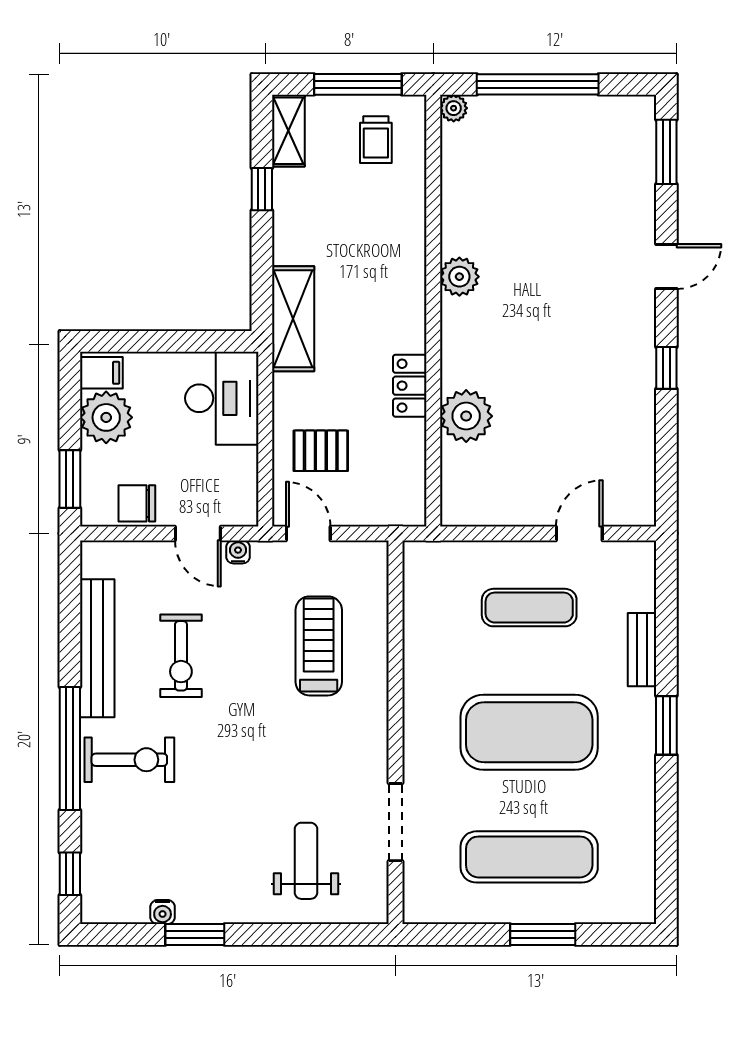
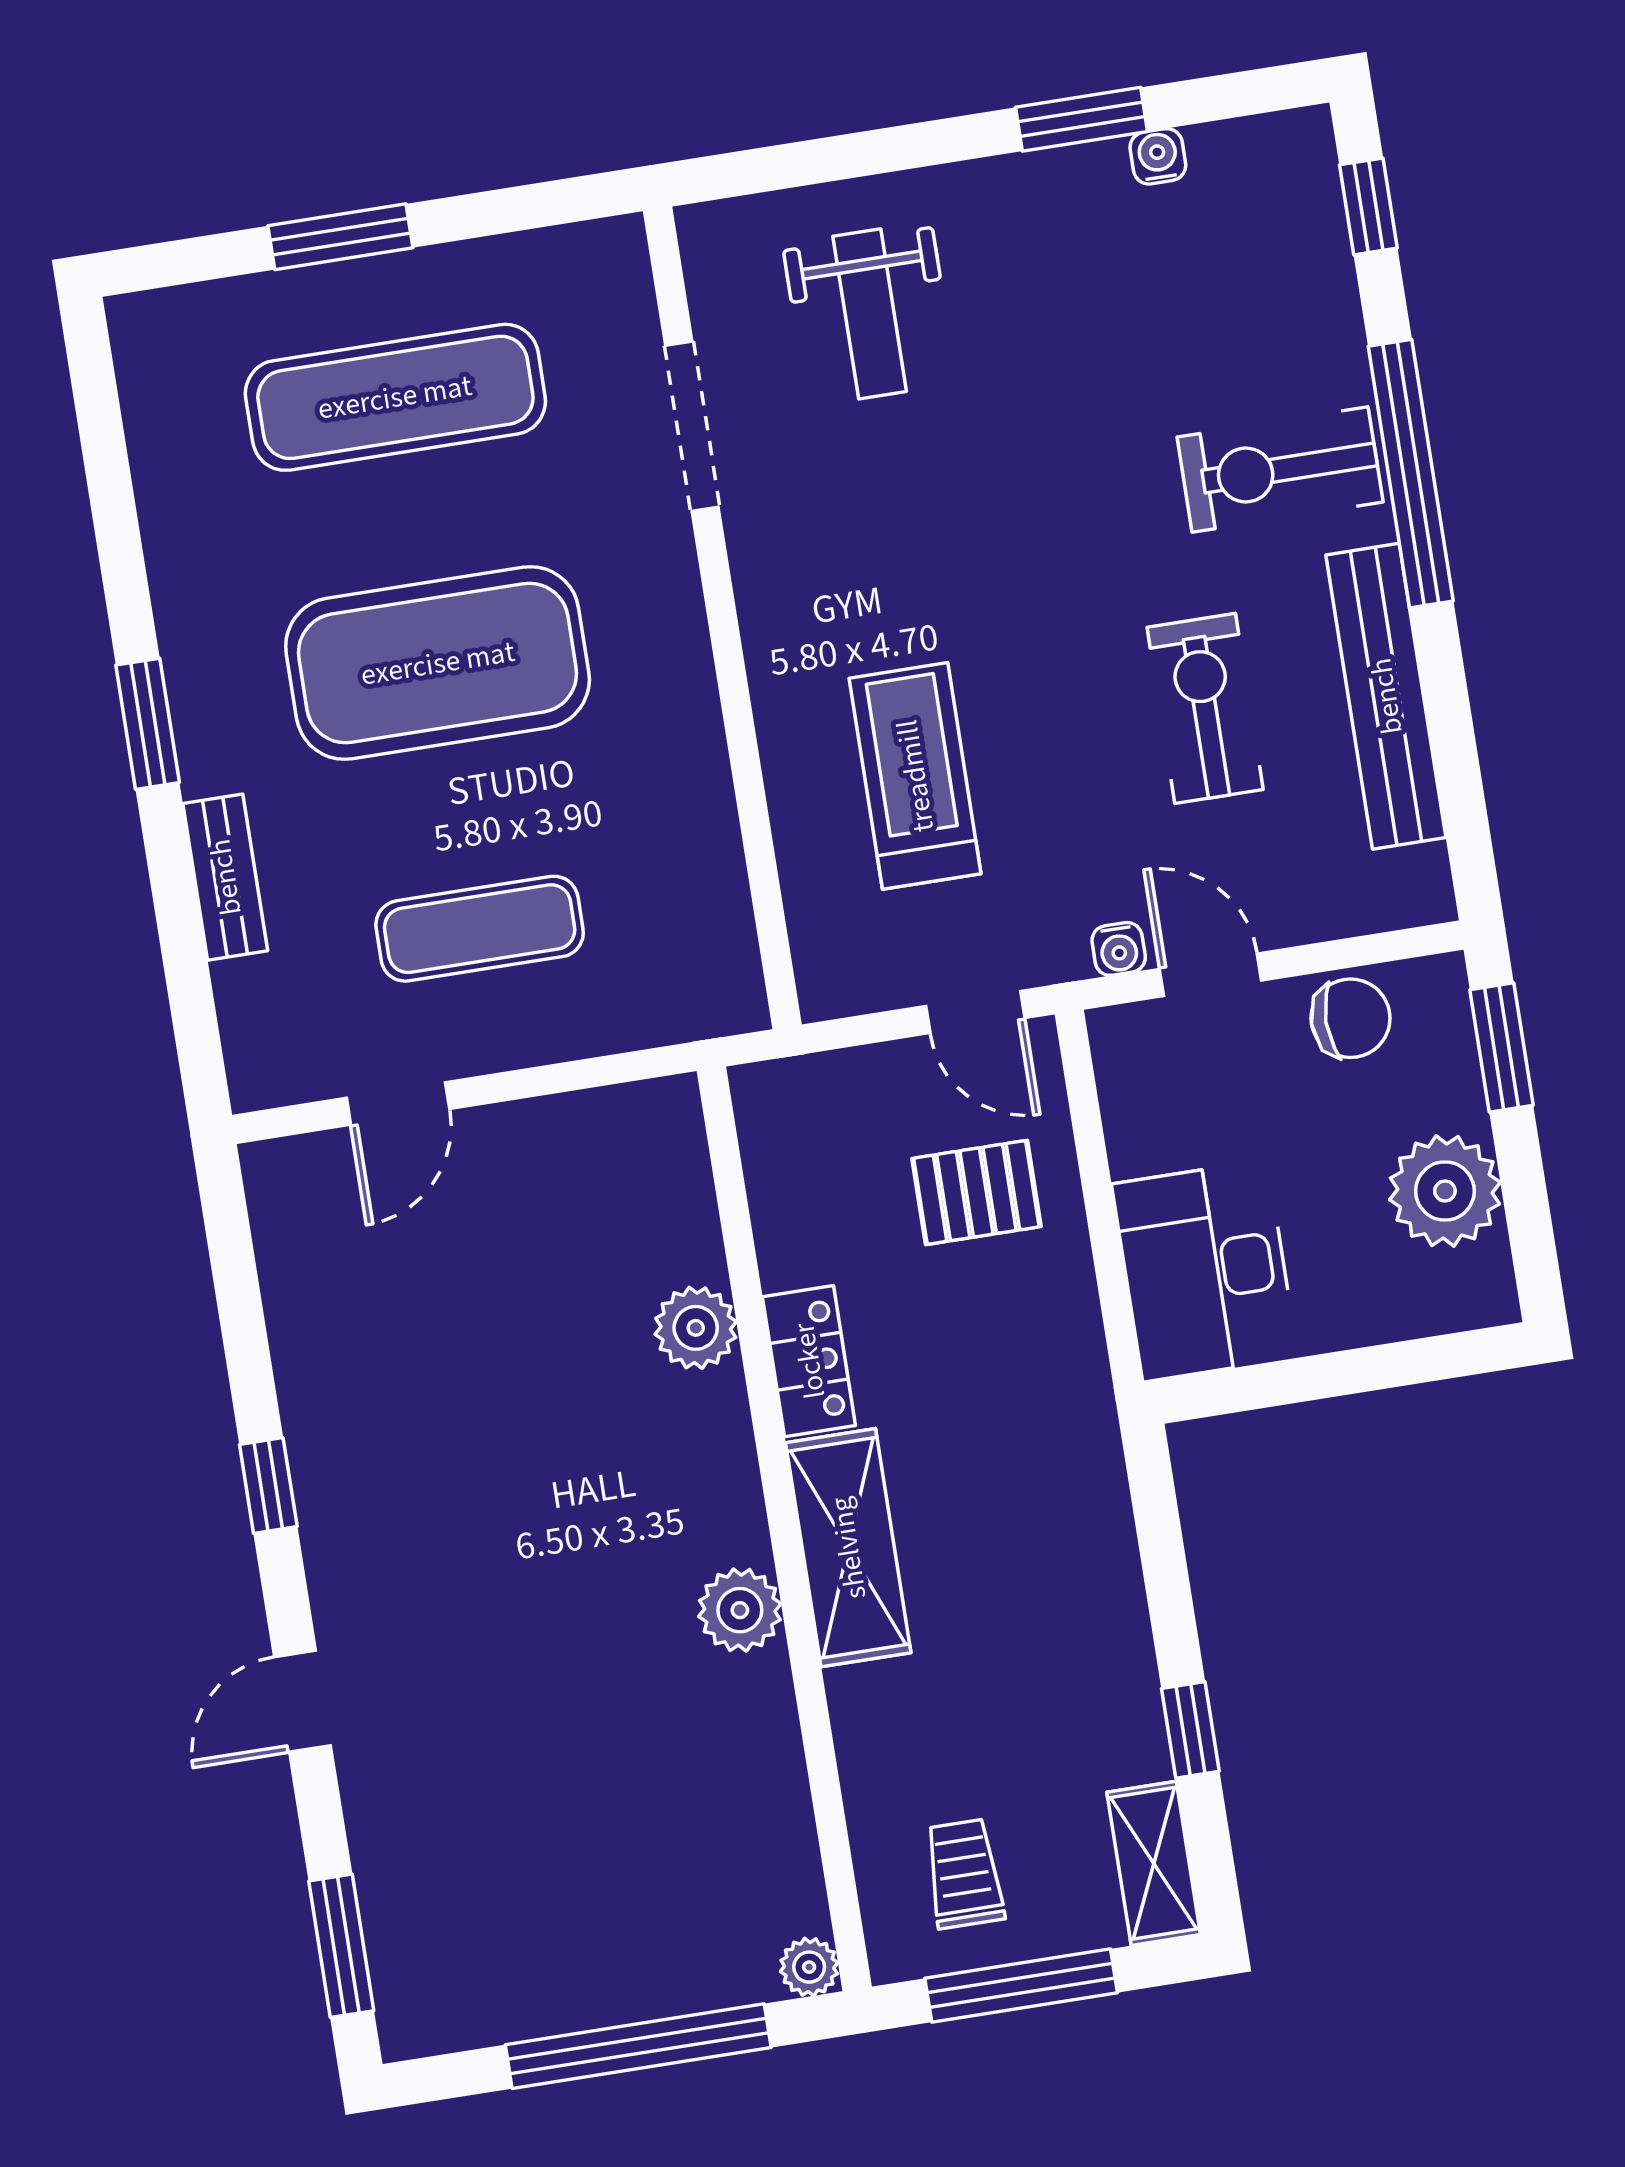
shelving: (293, 319) -> (848, 1548), moved
filing cabinet: (101, 373) -> (1470, 1285), removed
plant: (466, 416) -> (696, 1328), width x0.73, depth x0.73
treadmill: (319, 646) -> (915, 776), turned 180

